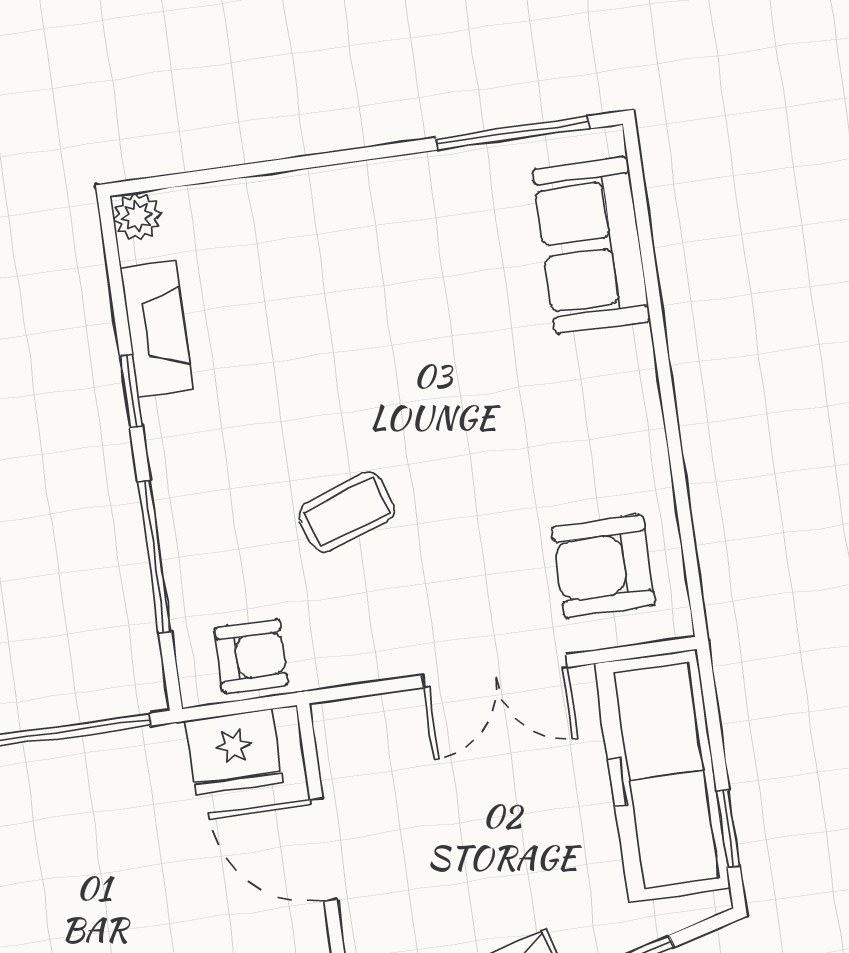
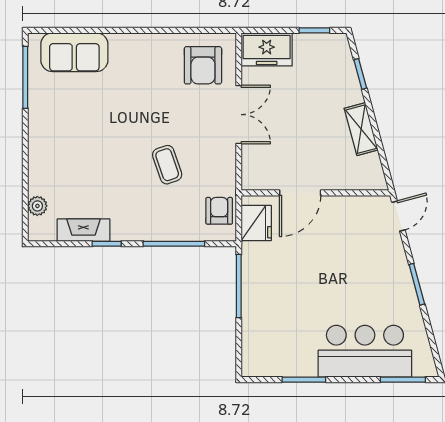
plant: (137, 216) -> (37, 206), moved
freezer: (662, 776) -> (267, 49), width x0.52, depth x0.79

